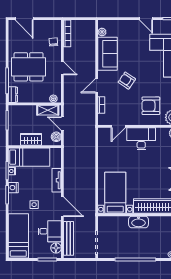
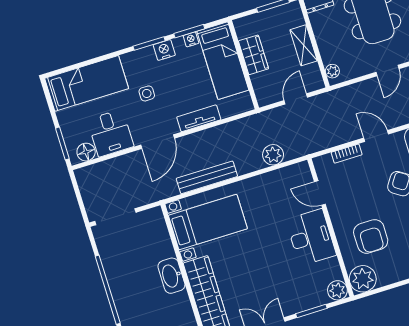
armchair: (151, 106) -> (371, 236), turned 180
shelving: (48, 110) -> (304, 45), moved
boiler: (56, 137) -> (271, 95), removed
plant: (89, 146) -> (273, 155), added
bench: (69, 238) -> (207, 177), moved

